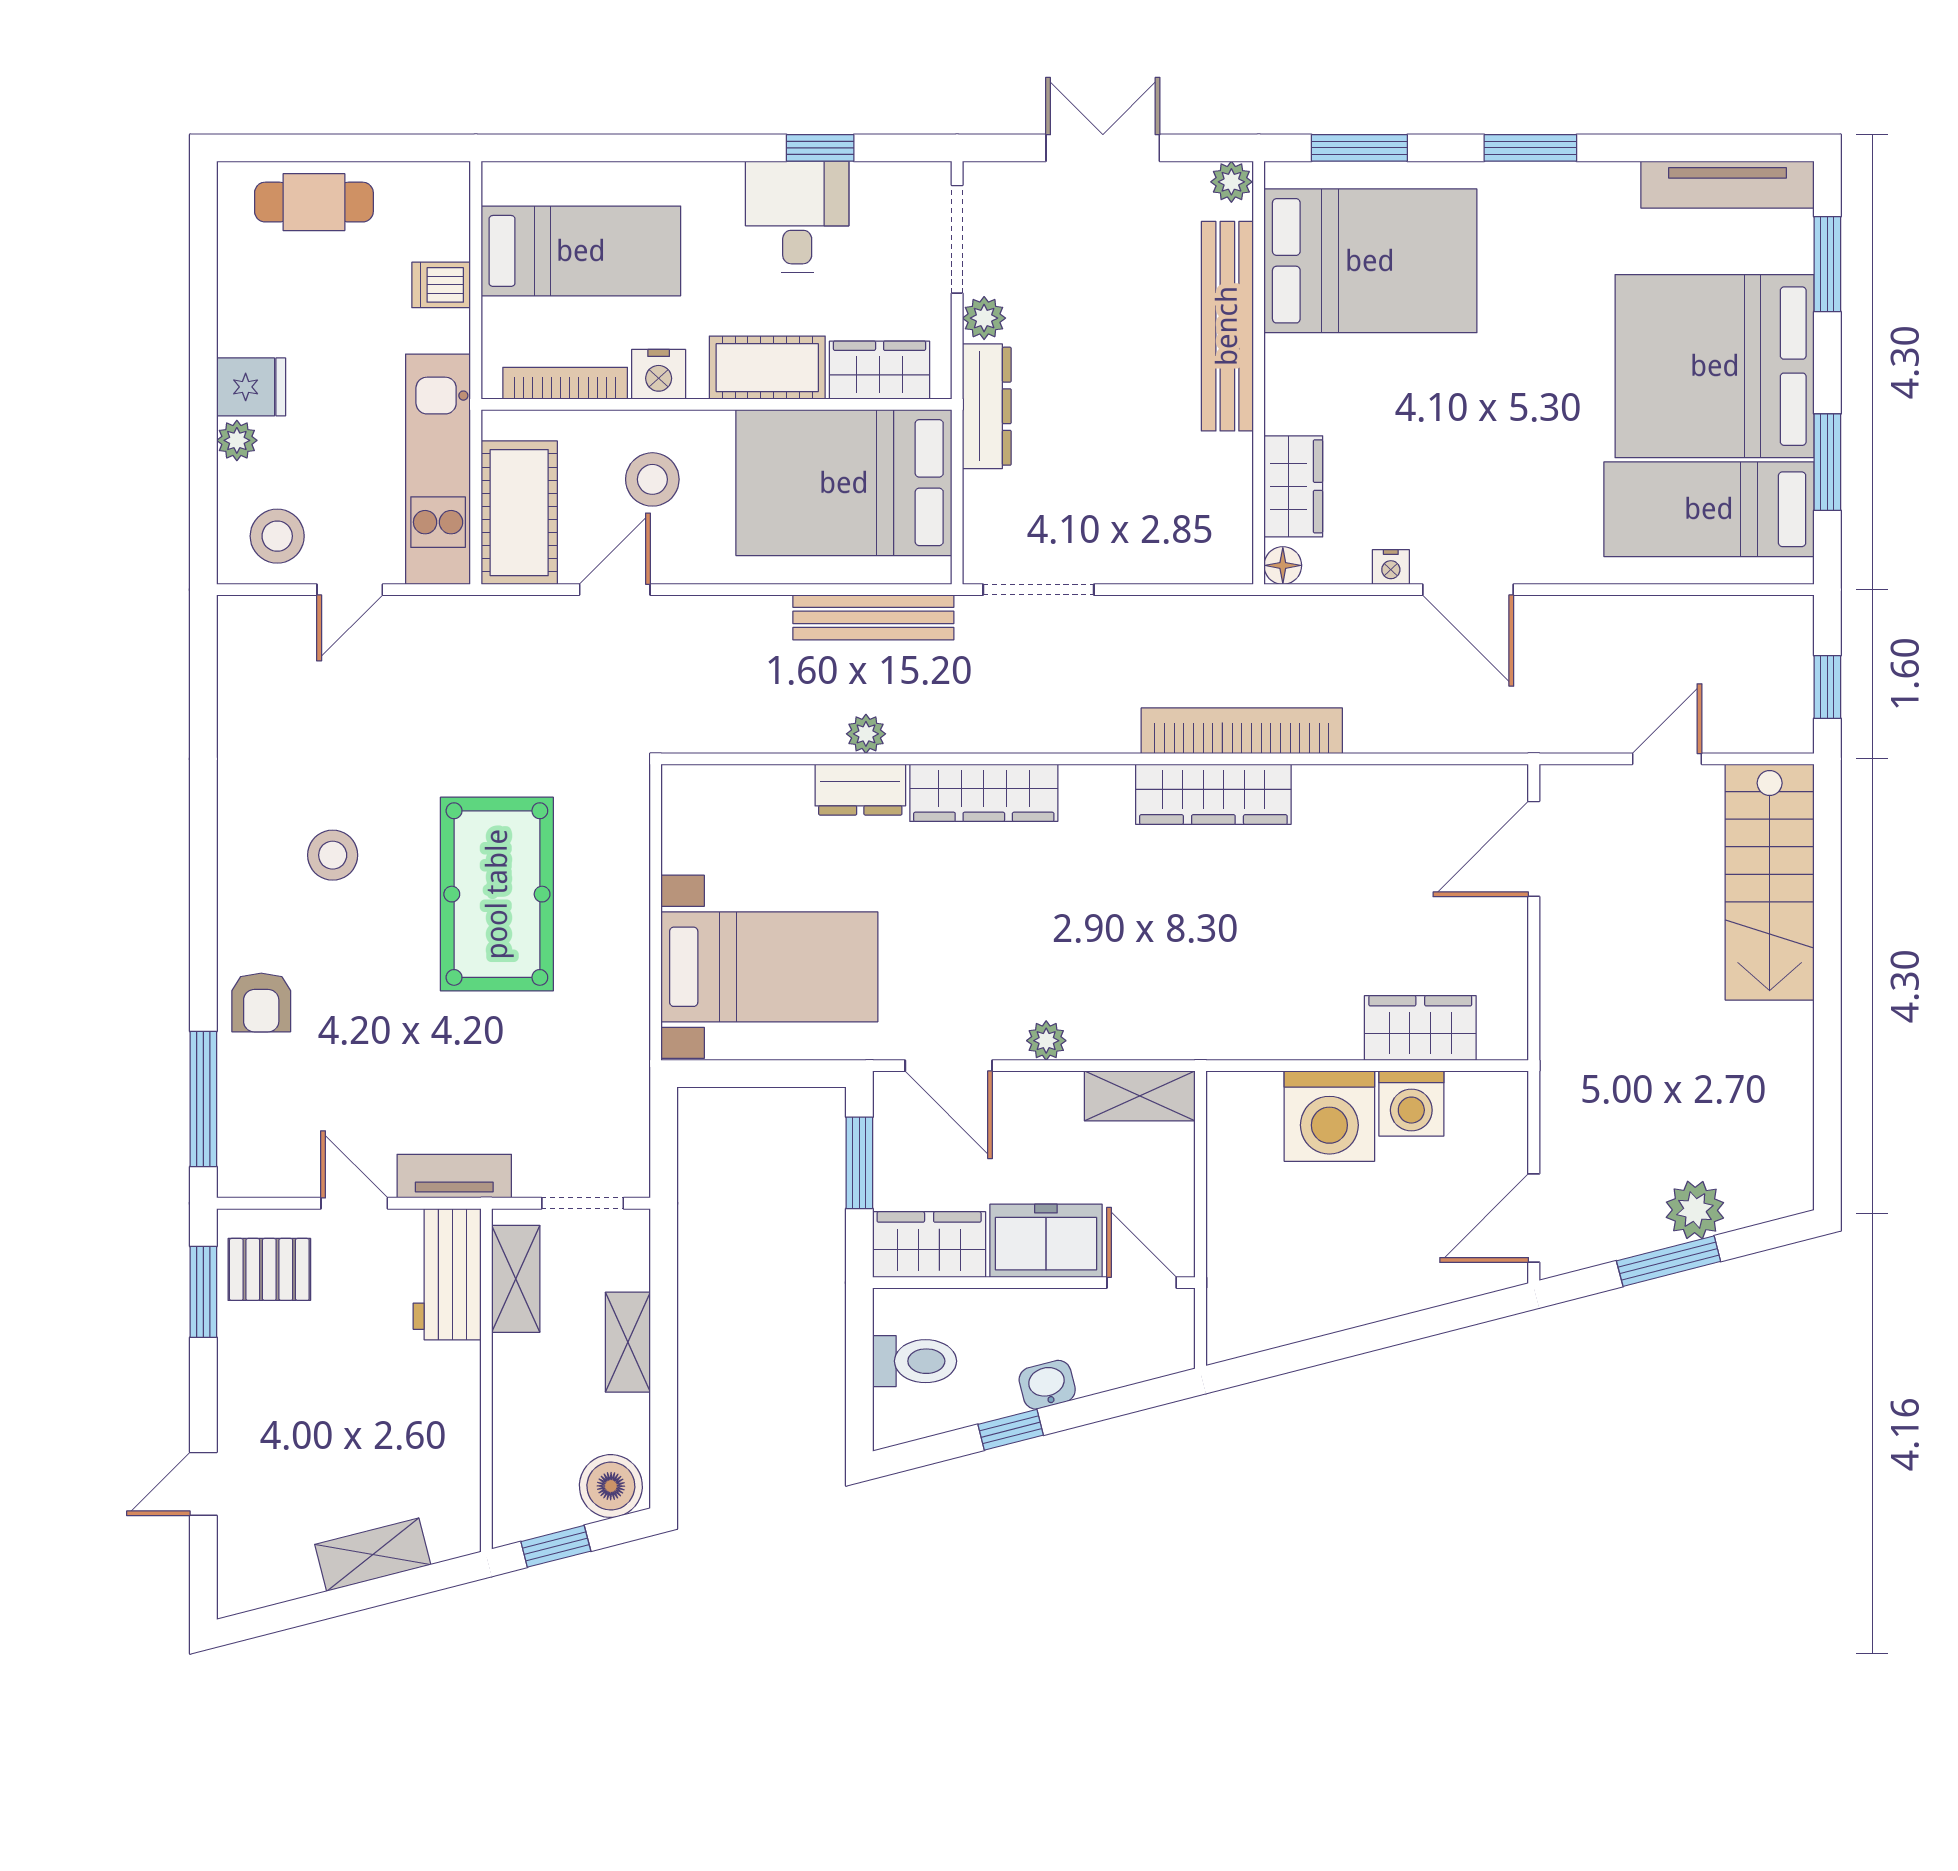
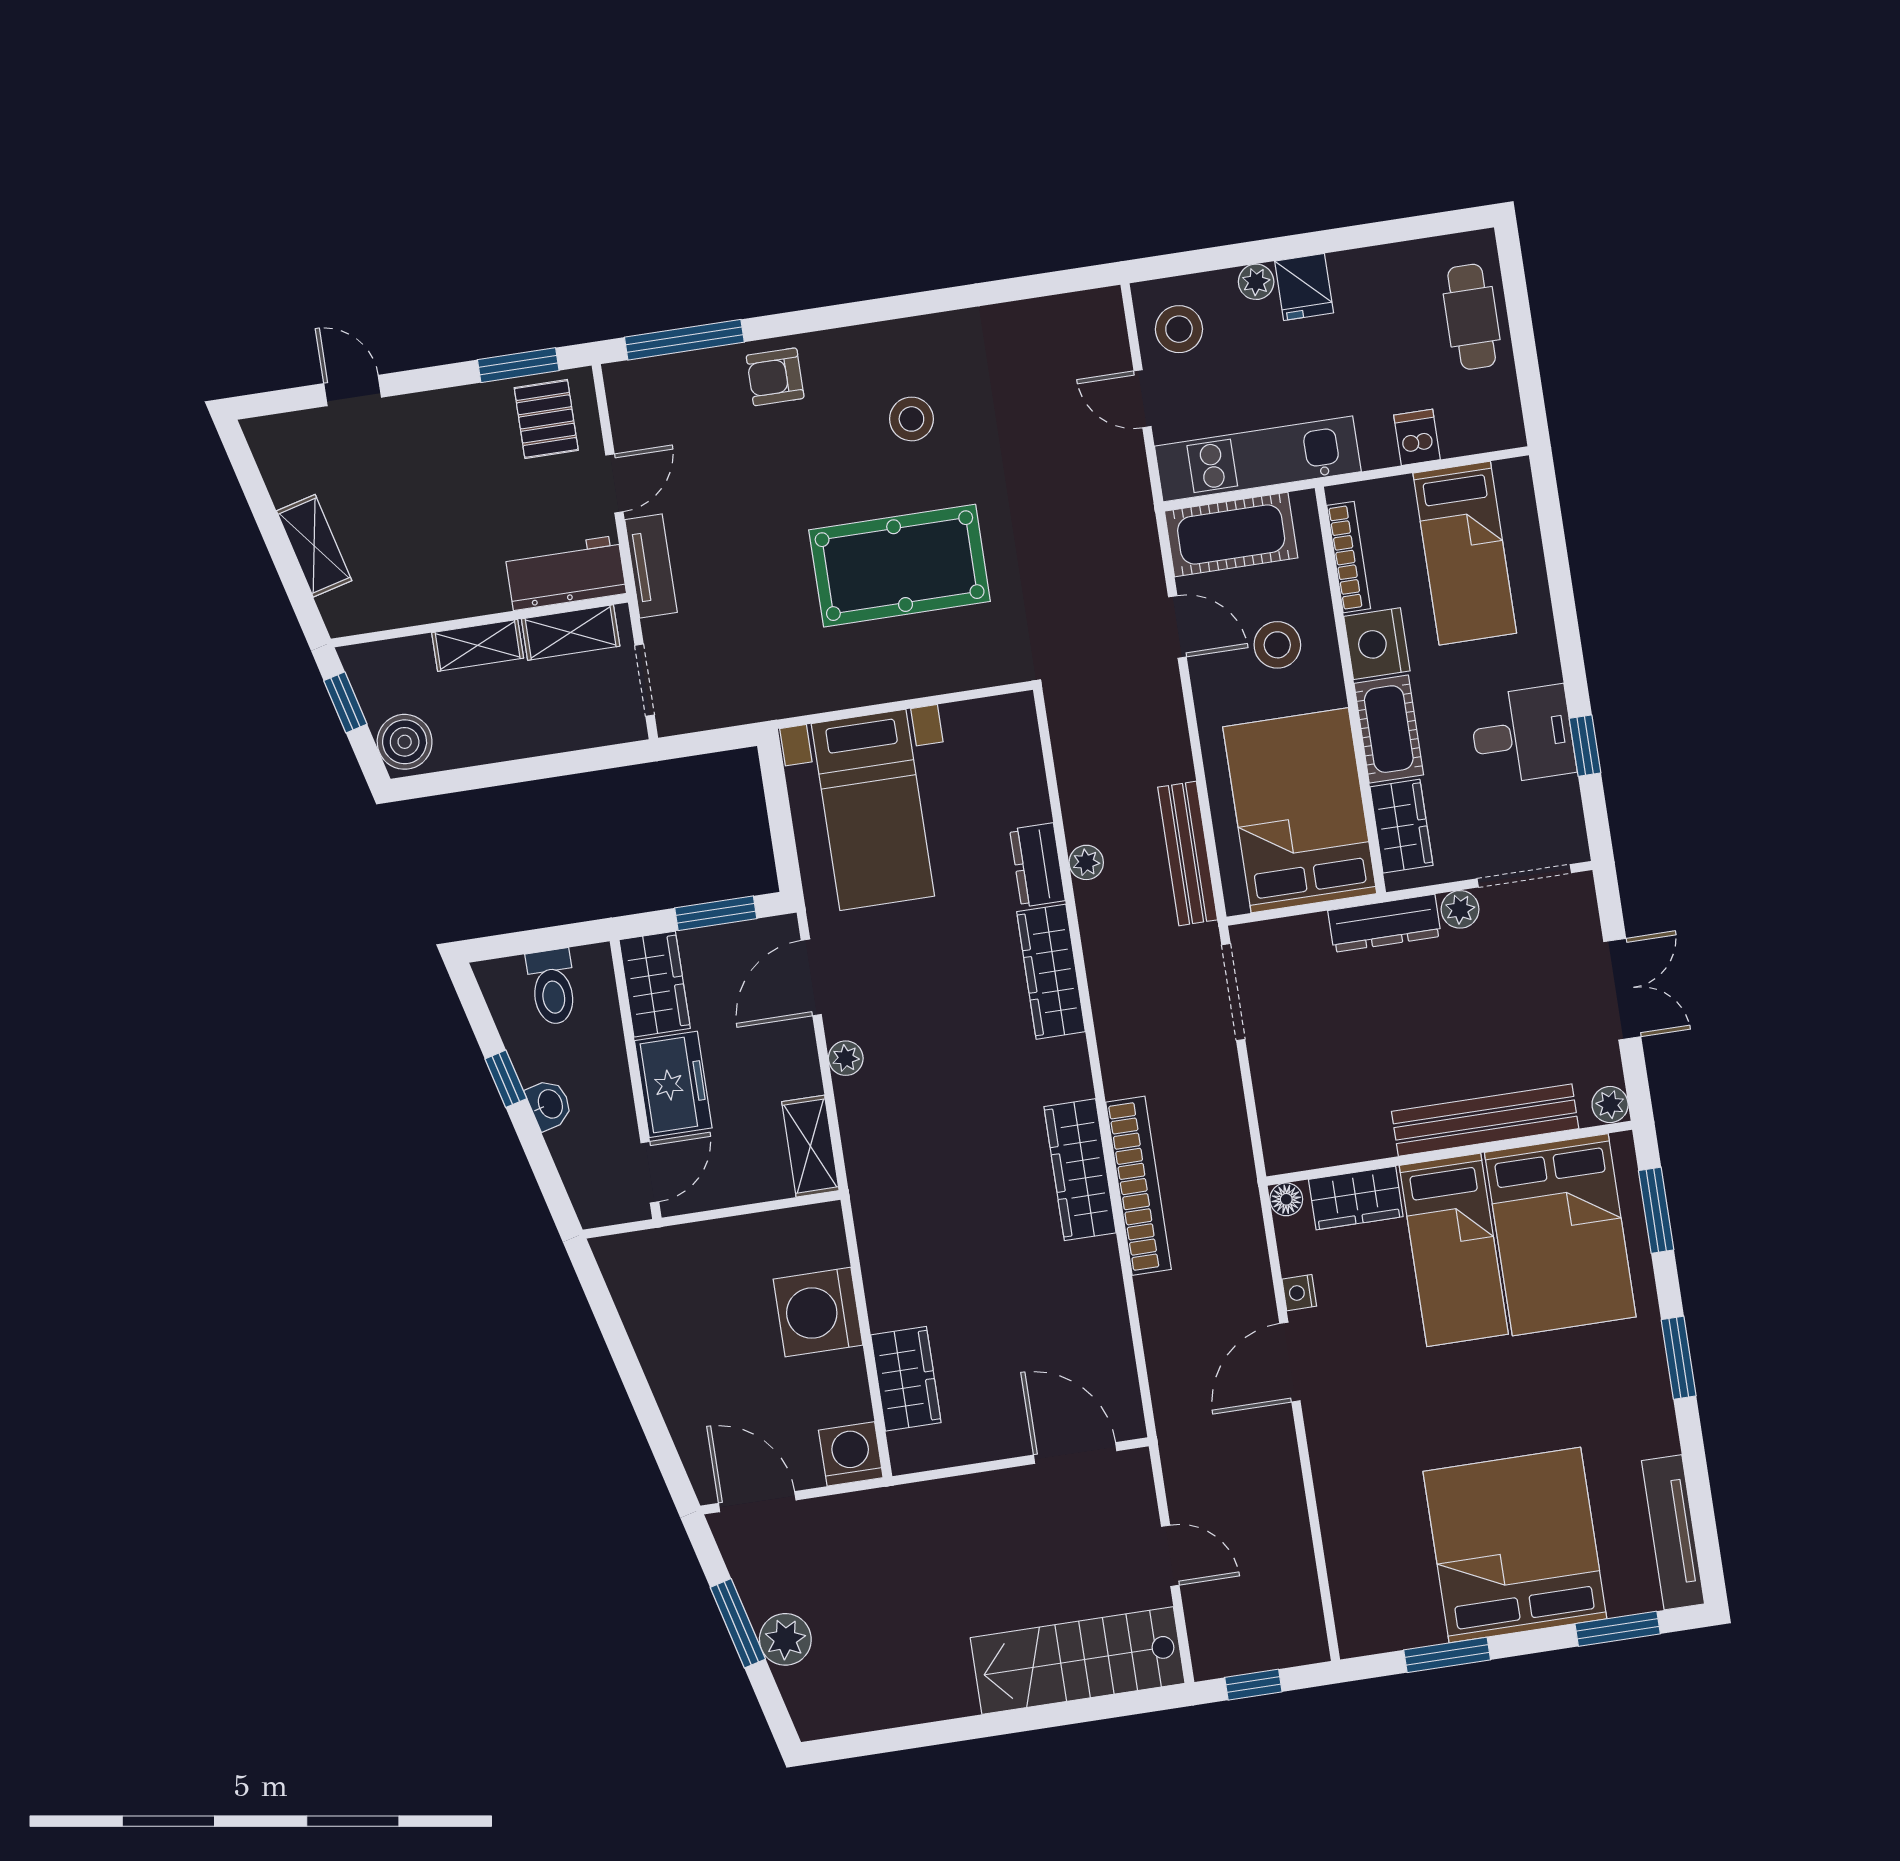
nightstand: (659, 374) -> (1377, 644), width x1.36, depth x1.33
bed: (1709, 509) -> (1454, 1250), moved, turned 180
washing machine: (1411, 1104) -> (851, 1454), moved, turned 90
shelving: (628, 1342) -> (478, 645), moved

